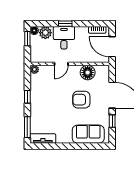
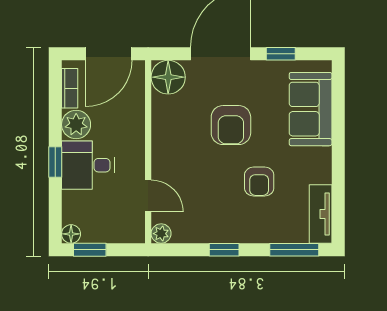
plant: (45, 33) -> (76, 125), moved
door: (61, 64) -> (148, 196), moved
floor lamp: (88, 73) -> (168, 77), moved
armchair: (57, 112) -> (259, 182), added

